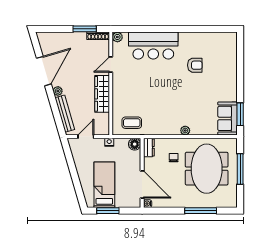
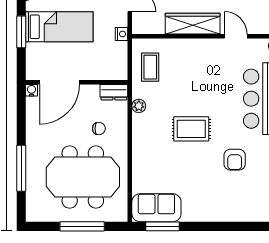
rug: (174, 95) -> (191, 129), added
plant: (185, 131) -> (139, 106), moved
floor lamp: (135, 144) -> (119, 71), removed

